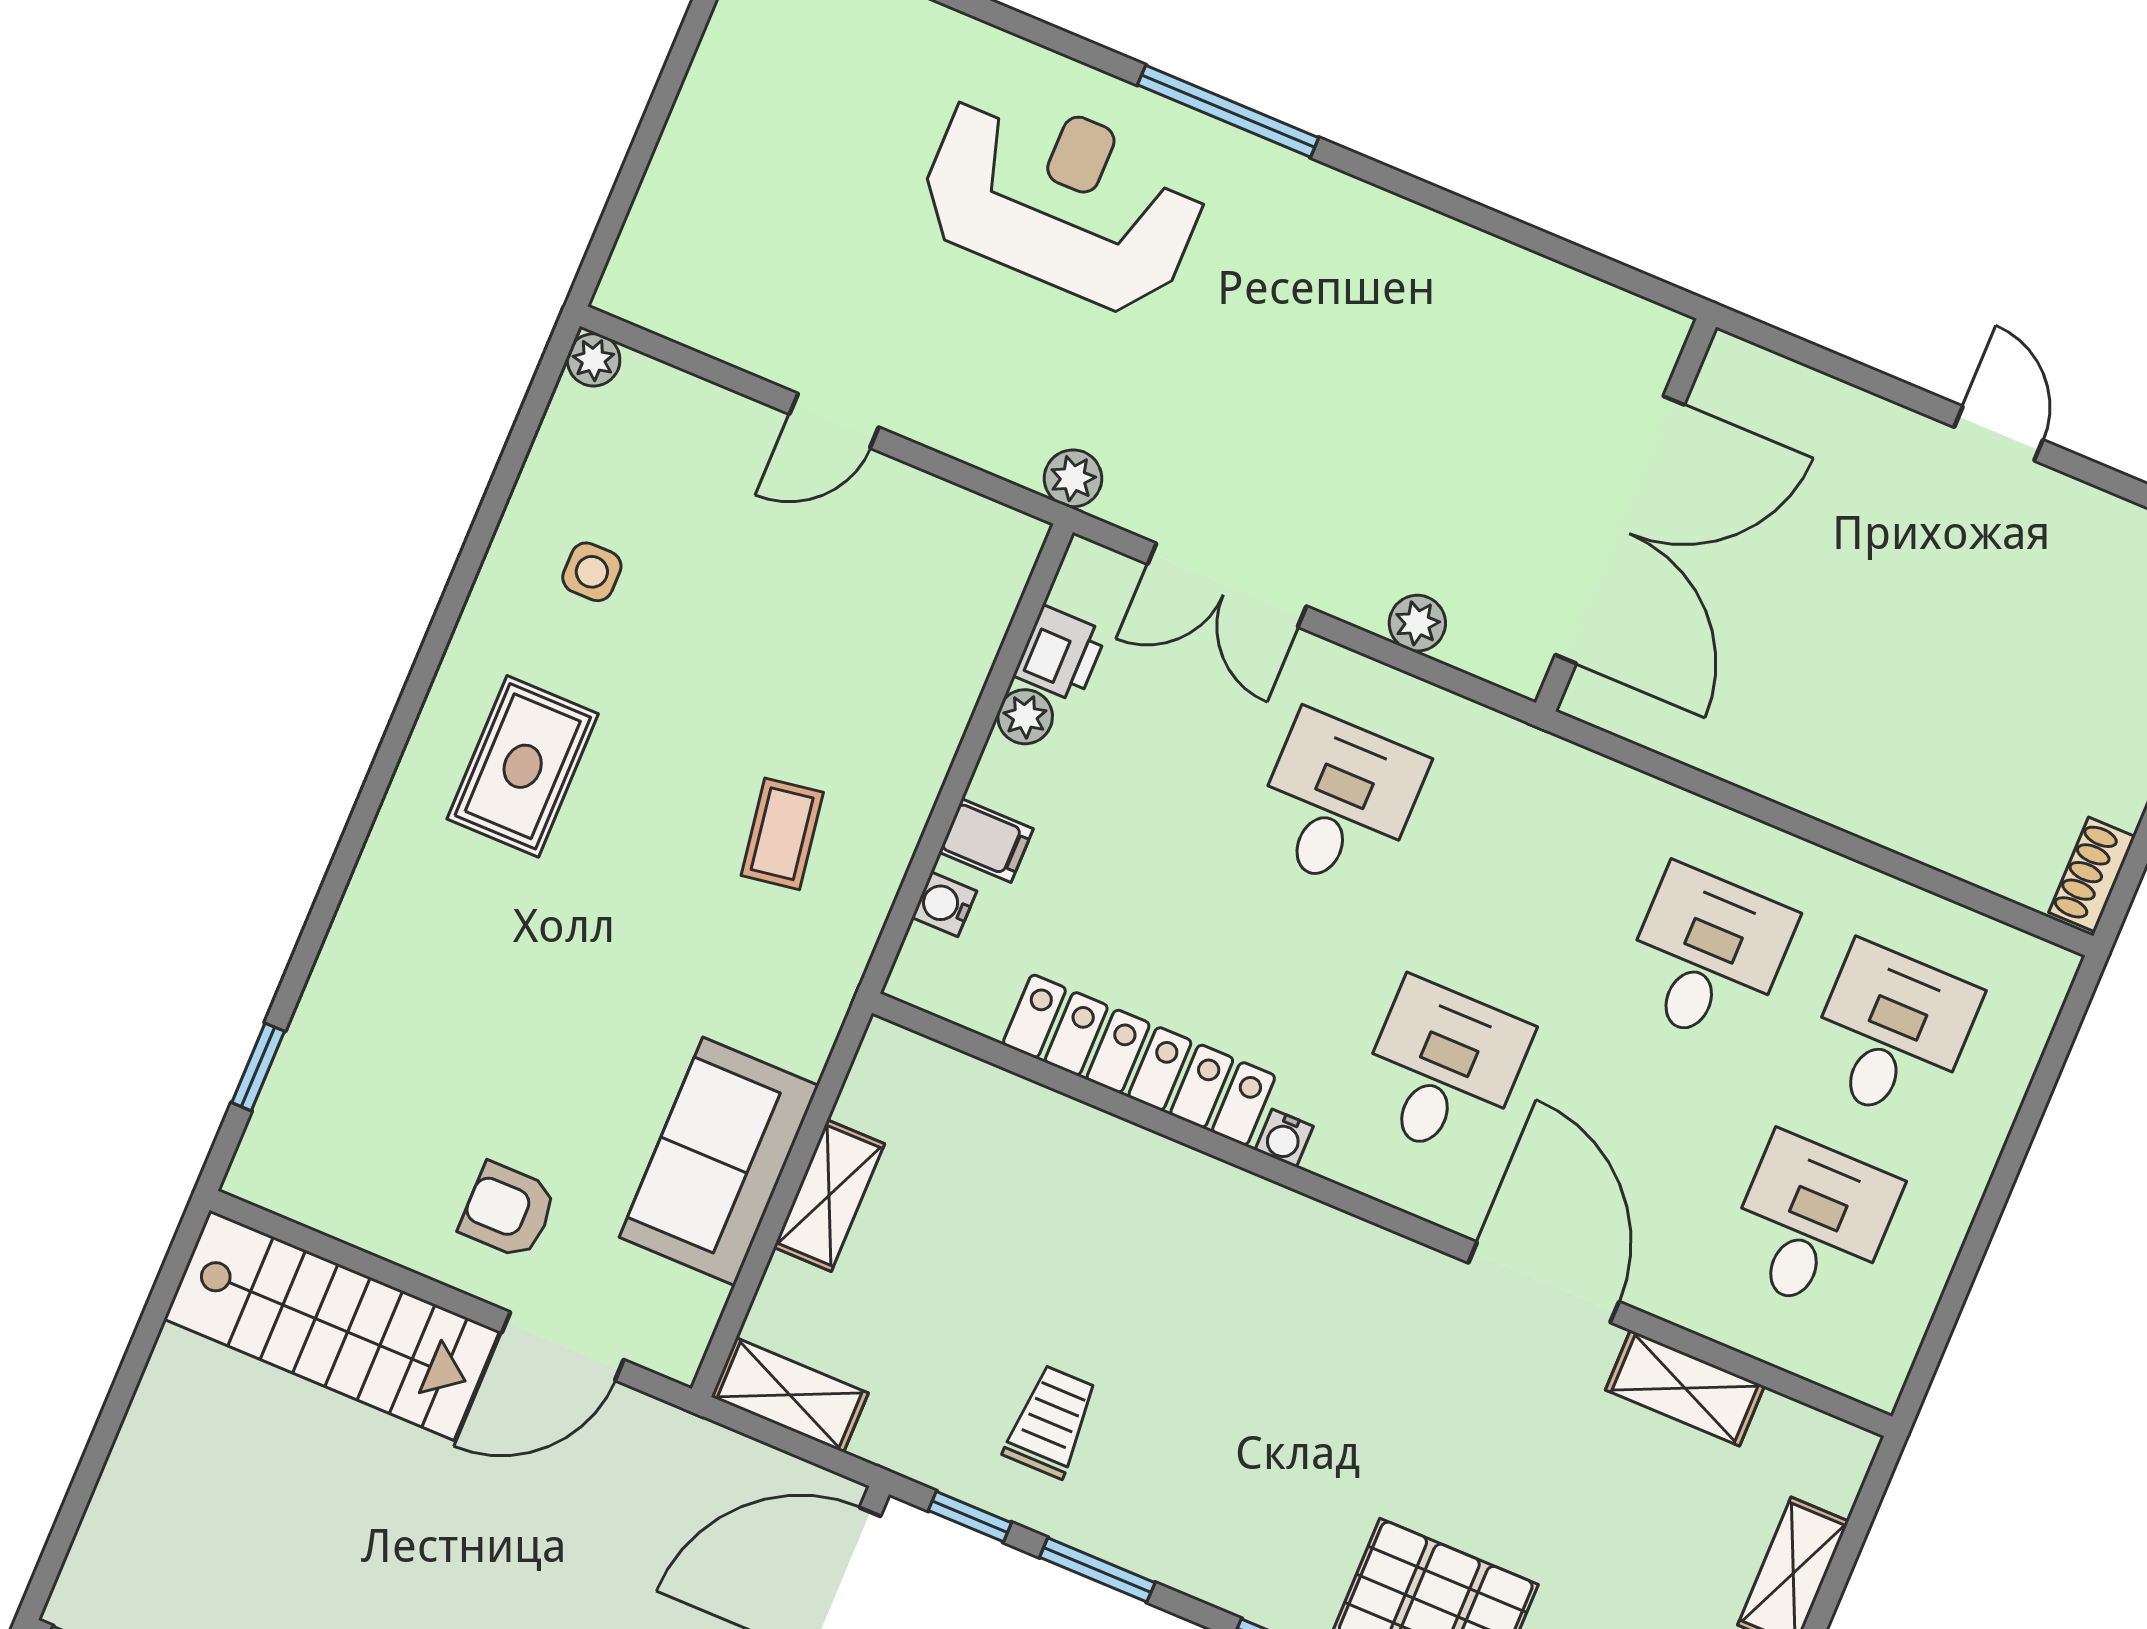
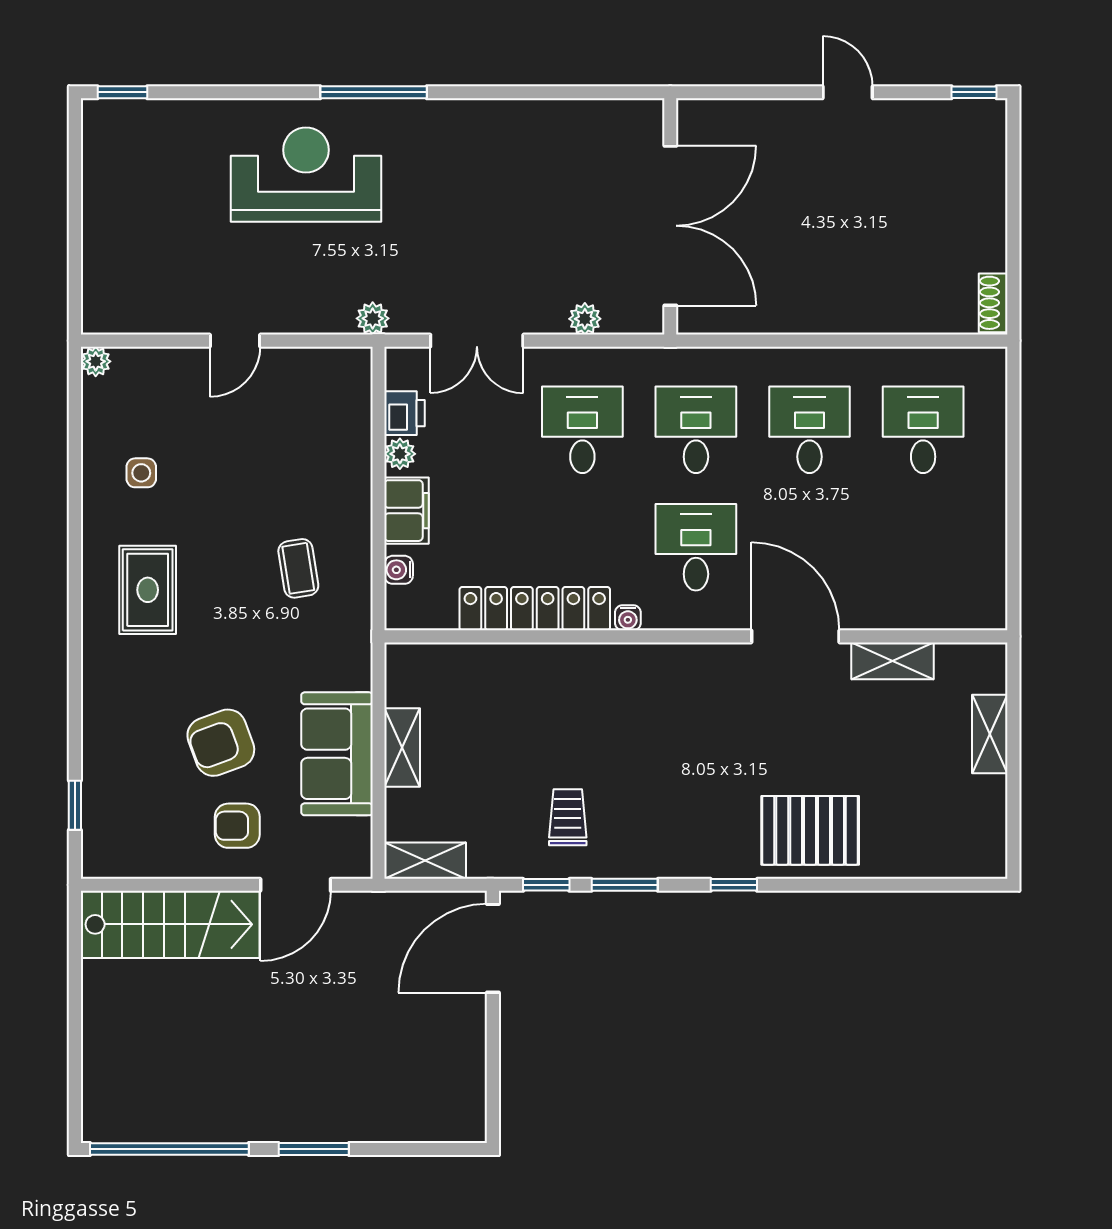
filing cabinet: (986, 840) -> (407, 511), width x2.00
armchair: (538, 1064) -> (221, 743), added
desk: (1812, 1224) -> (696, 430), moved

